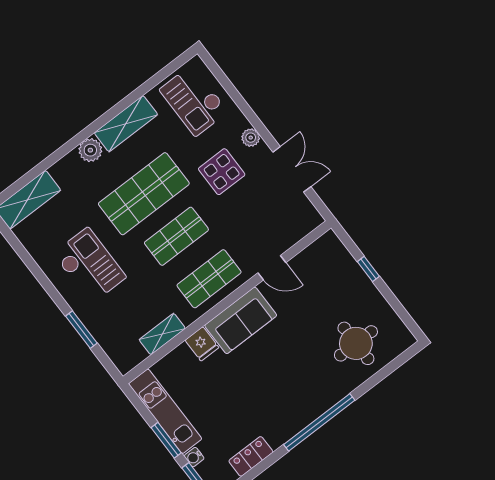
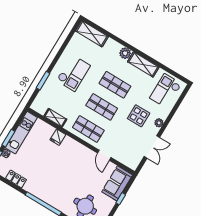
shop shelf: (144, 194) -> (115, 85), width x0.70, depth x0.74
sofa: (241, 320) -> (117, 183), moved, turned 90

